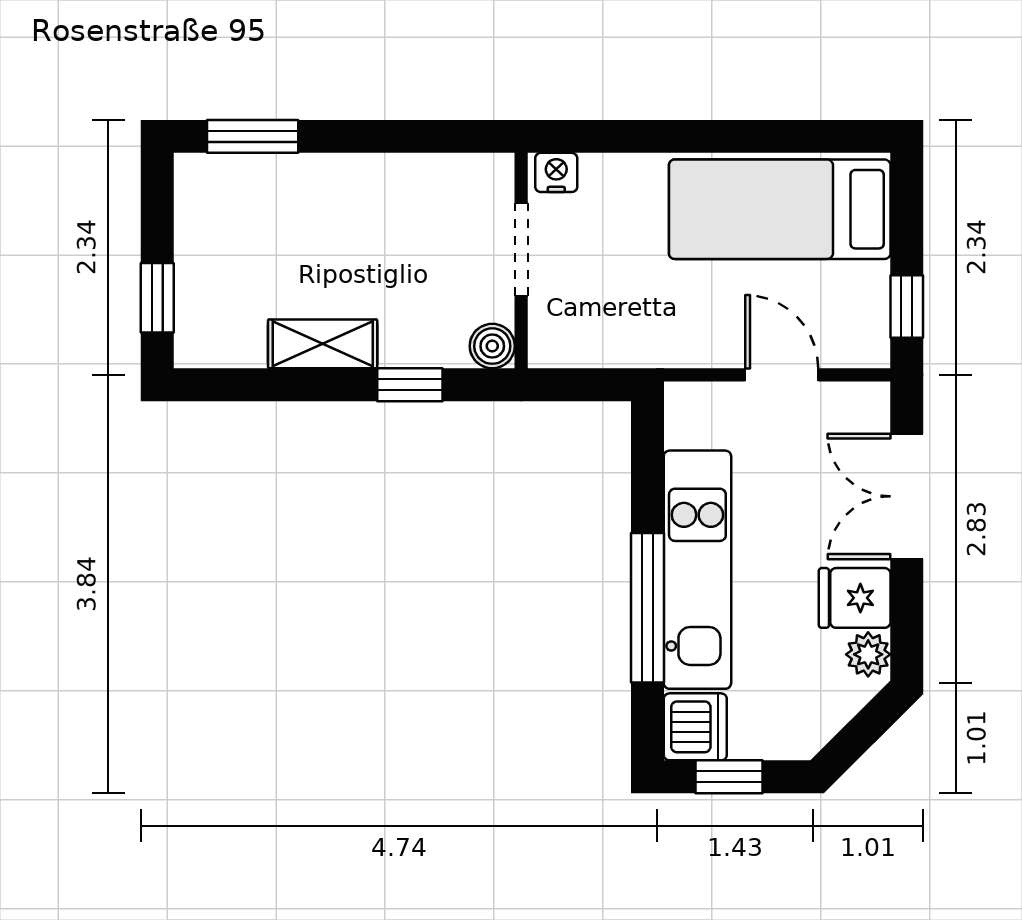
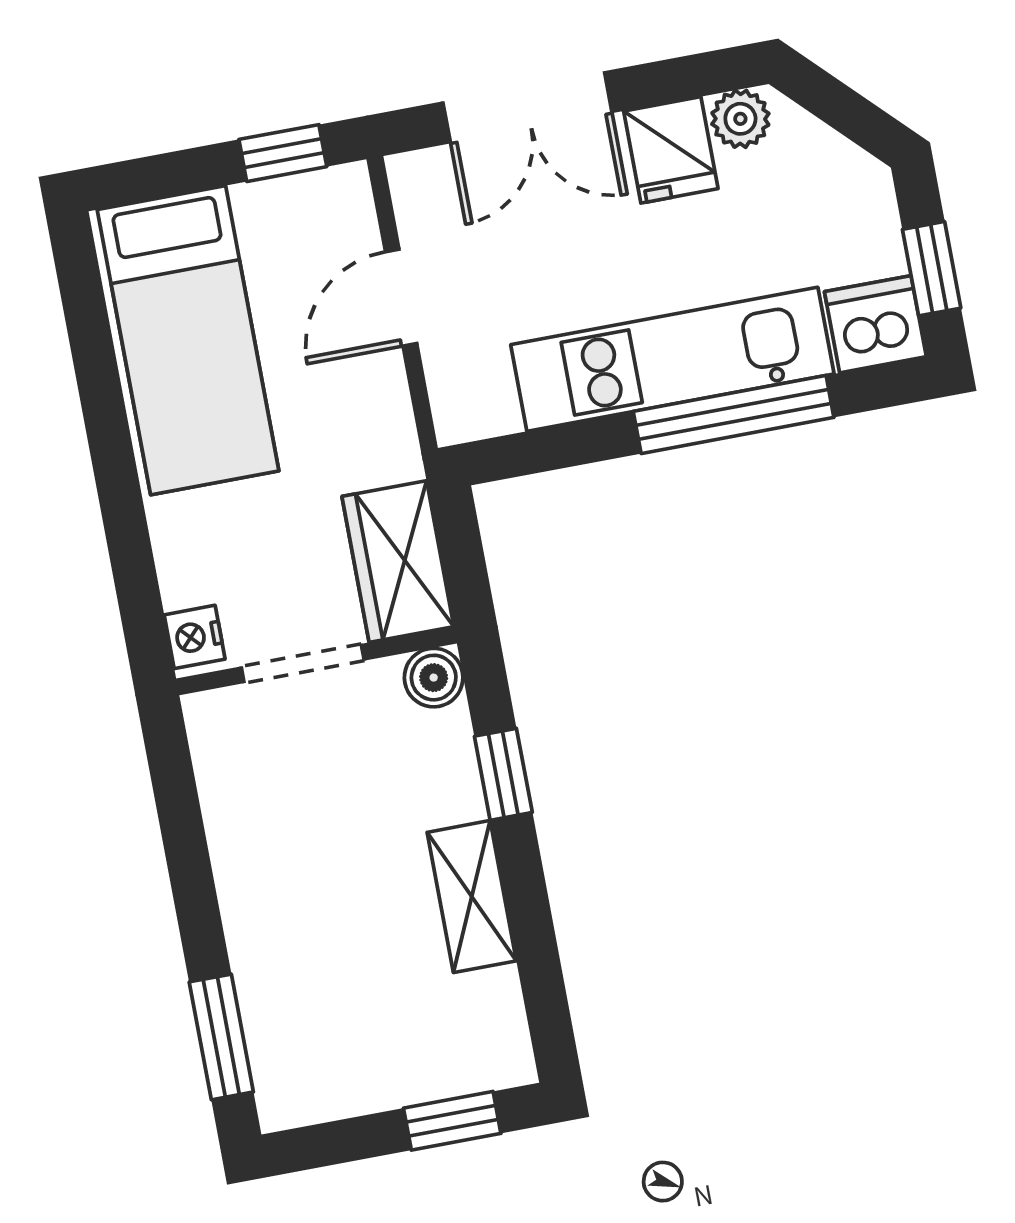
wardrobe: (584, 335) -> (398, 561), added

